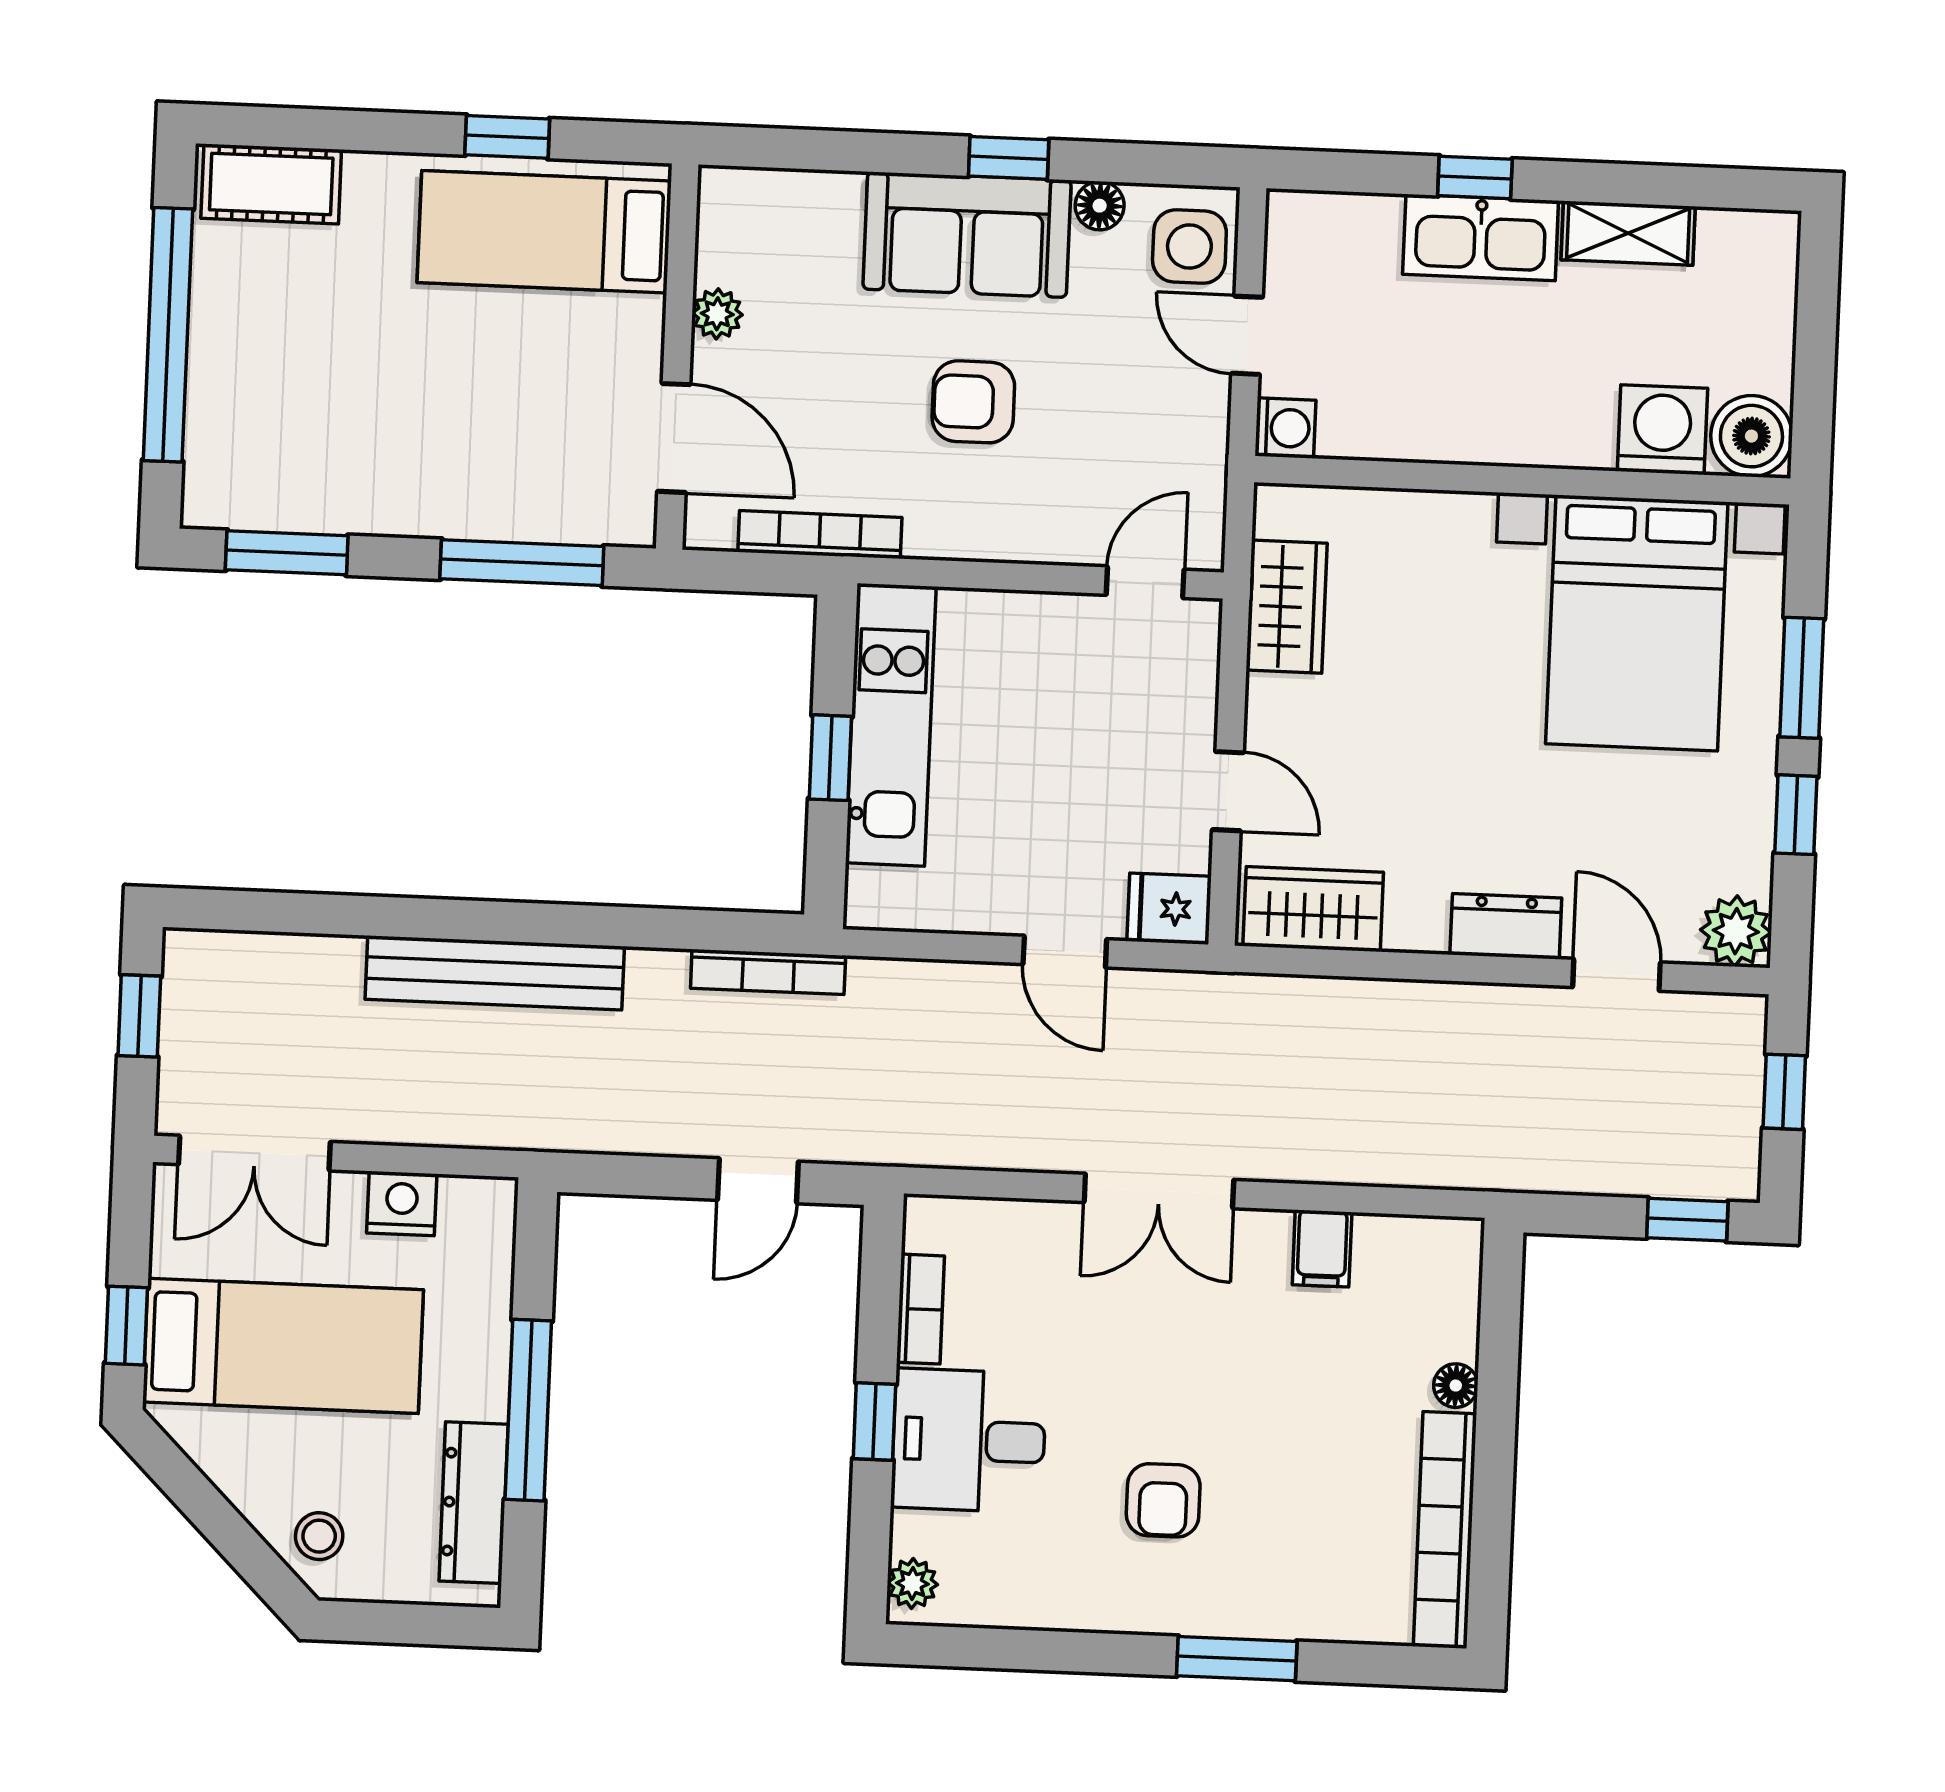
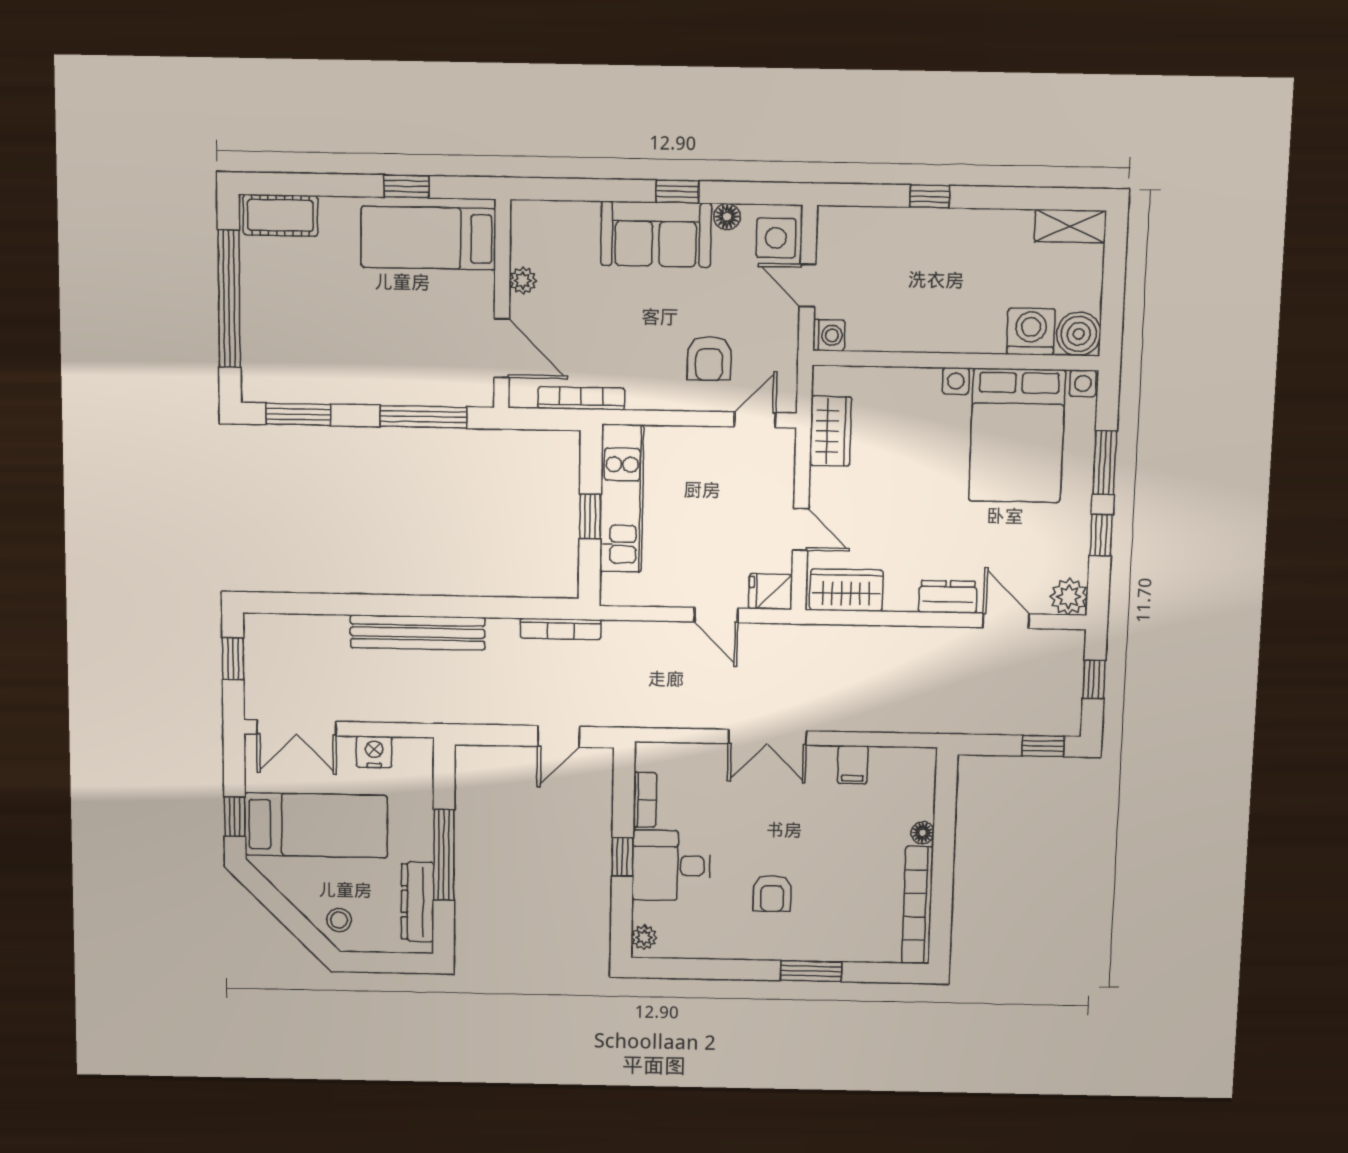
shelving: (1628, 233) -> (1070, 226), moved
kitchen sink: (1481, 238) -> (933, 229), removed
armchair: (973, 402) -> (709, 358), moved, turned -90

